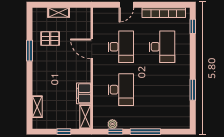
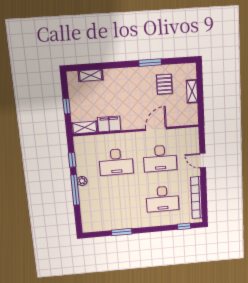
plant: (112, 124) -> (82, 181), moved

